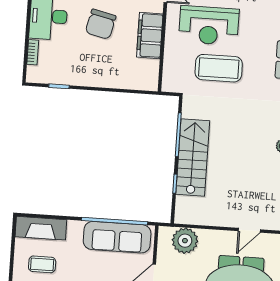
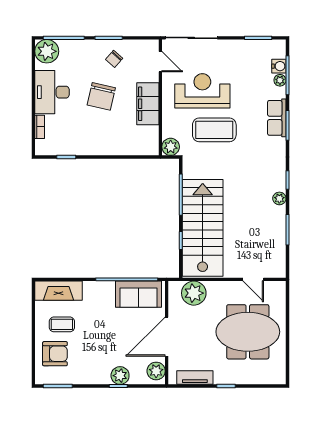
reception desk: (209, 26) -> (202, 91), turned 180
plant: (171, 83) -> (171, 147), added
stairs: (193, 157) -> (203, 228), width x1.36, depth x1.51
door: (249, 230) -> (253, 279), hinge flipped
sofa: (117, 237) -> (138, 294), width x0.73

